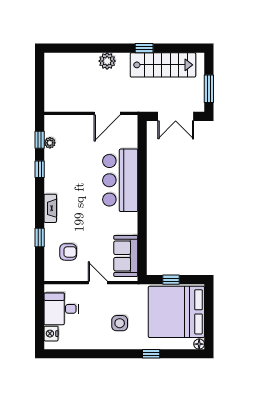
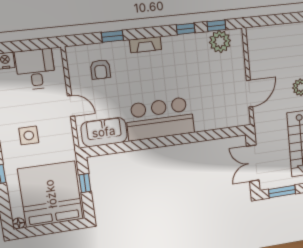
door: (107, 113) -> (250, 94), swing flipped
plant: (50, 143) -> (220, 42), width x1.87, depth x1.87
bar counter: (120, 180) -> (160, 119), moved
door: (98, 283) -> (71, 106), hinge flipped

